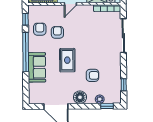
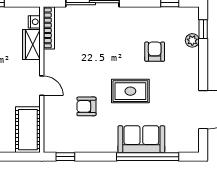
armchair: (40, 29) -> (81, 134), removed
window: (26, 52) -> (148, 157), moved
floor lamp: (80, 97) -> (189, 72), removed

